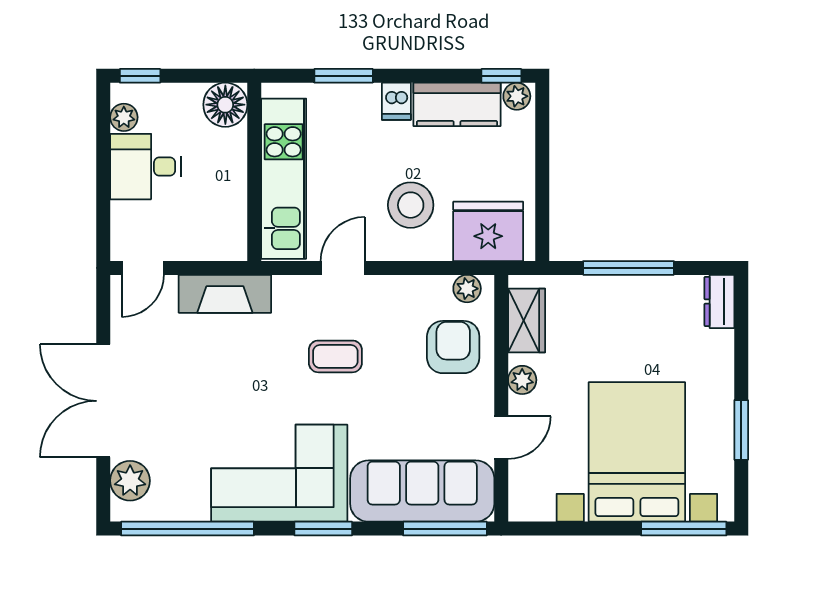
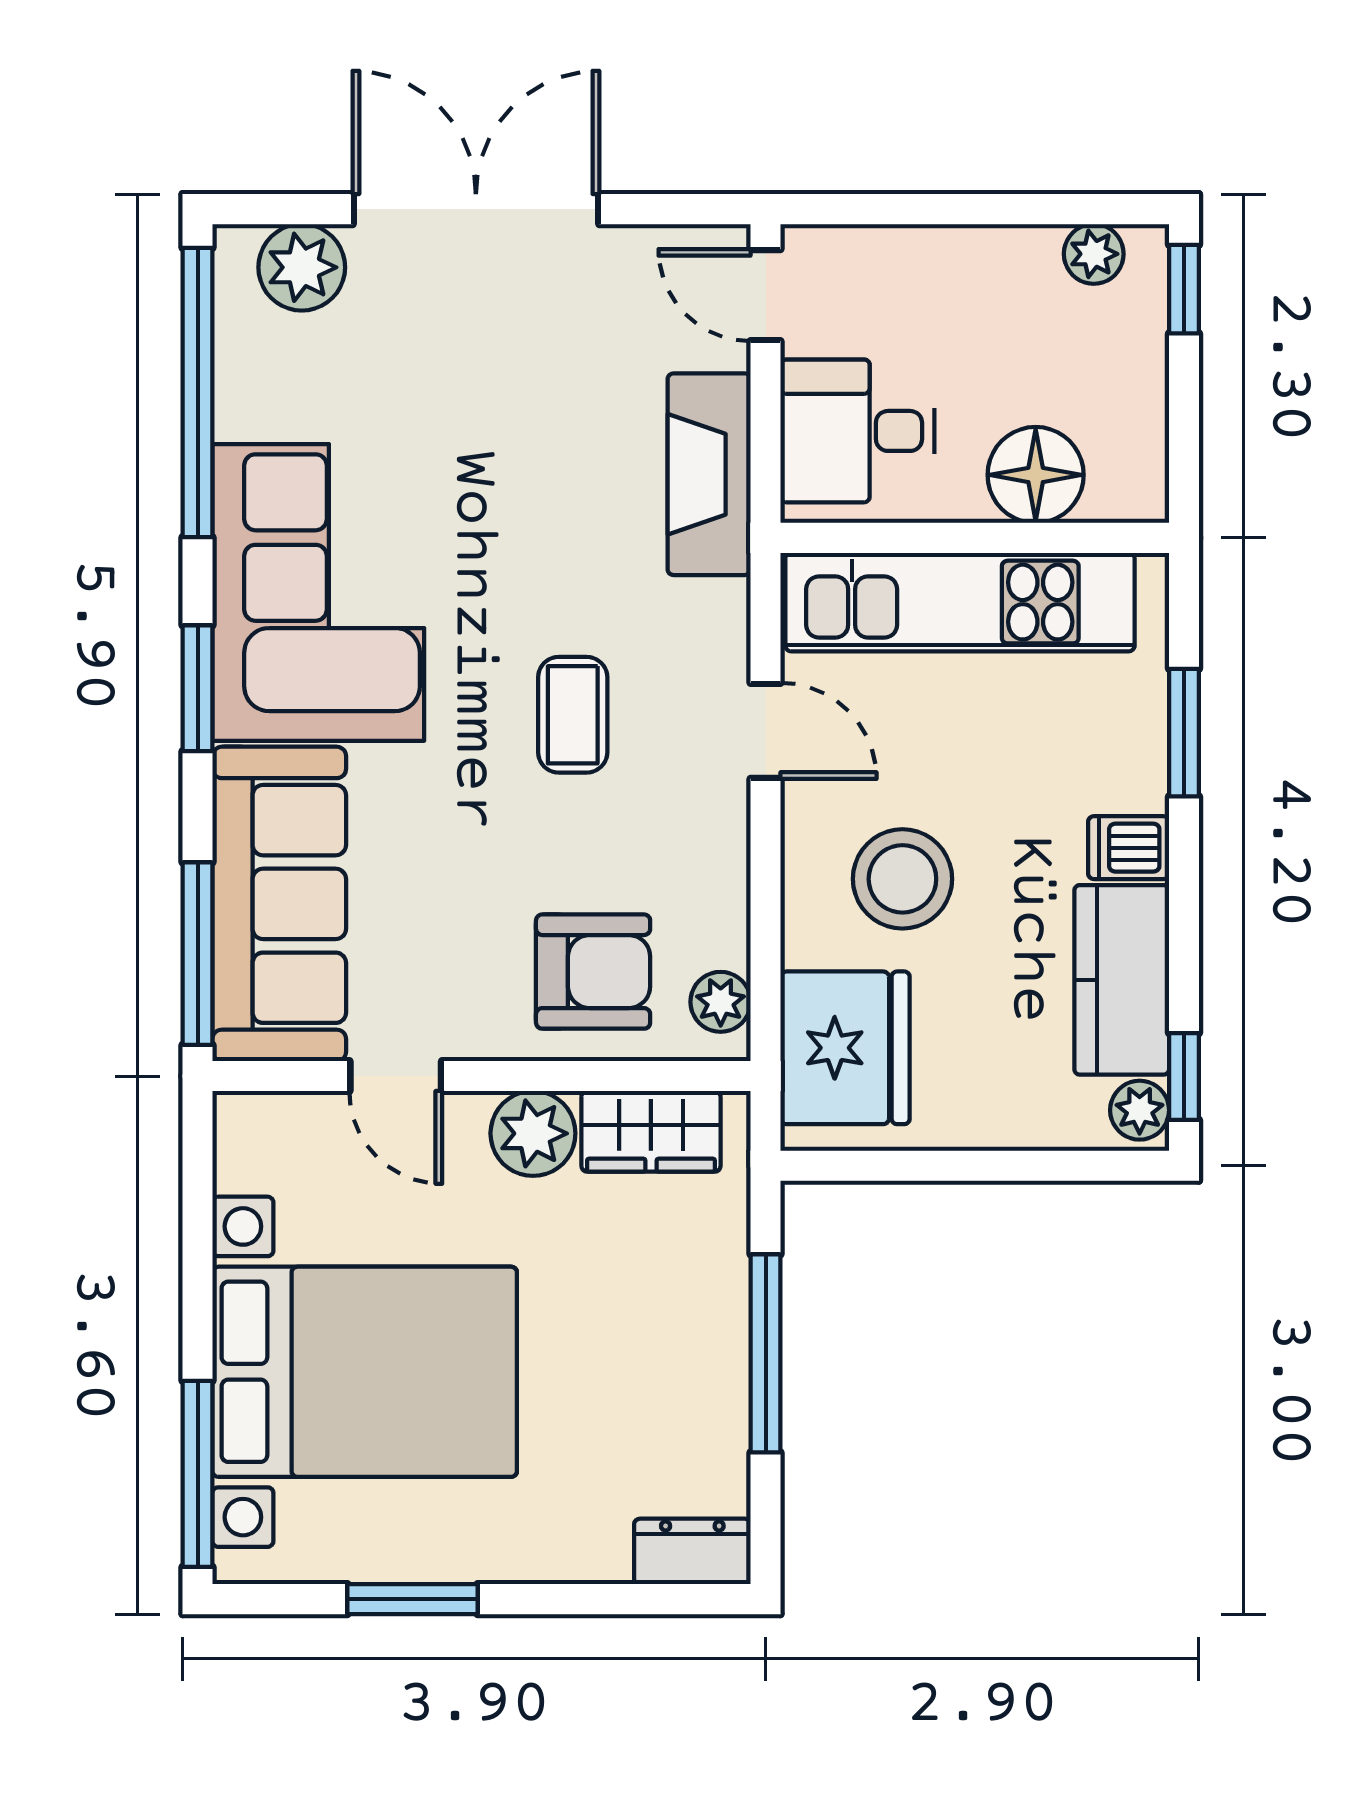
floor lamp: (225, 105) -> (1036, 475), moved
desk: (145, 167) -> (857, 431), moved, turned -90
plant: (522, 380) -> (533, 1133), width x1.38, depth x1.38

